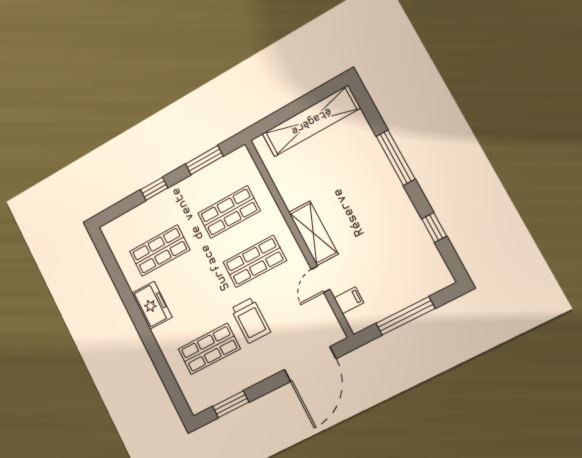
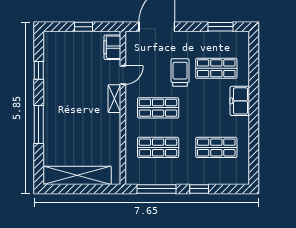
window: (204, 160) -> (157, 189), width x1.44
shelving: (313, 233) -> (114, 99), width x0.67, depth x0.75
filing cabinet: (349, 300) -> (112, 47), width x2.00
freezer: (152, 305) -> (240, 101), moved
window: (405, 316) -> (84, 27), width x0.46

